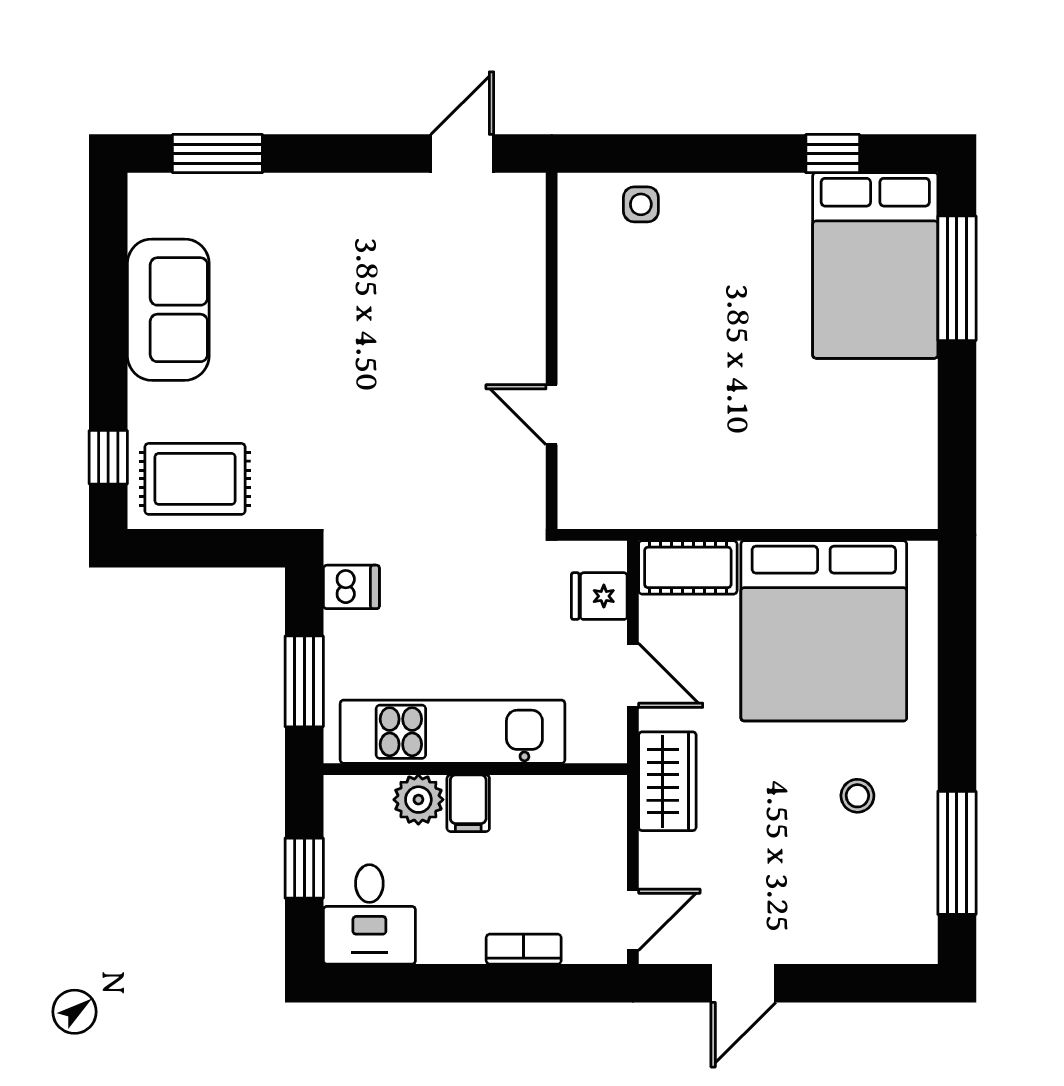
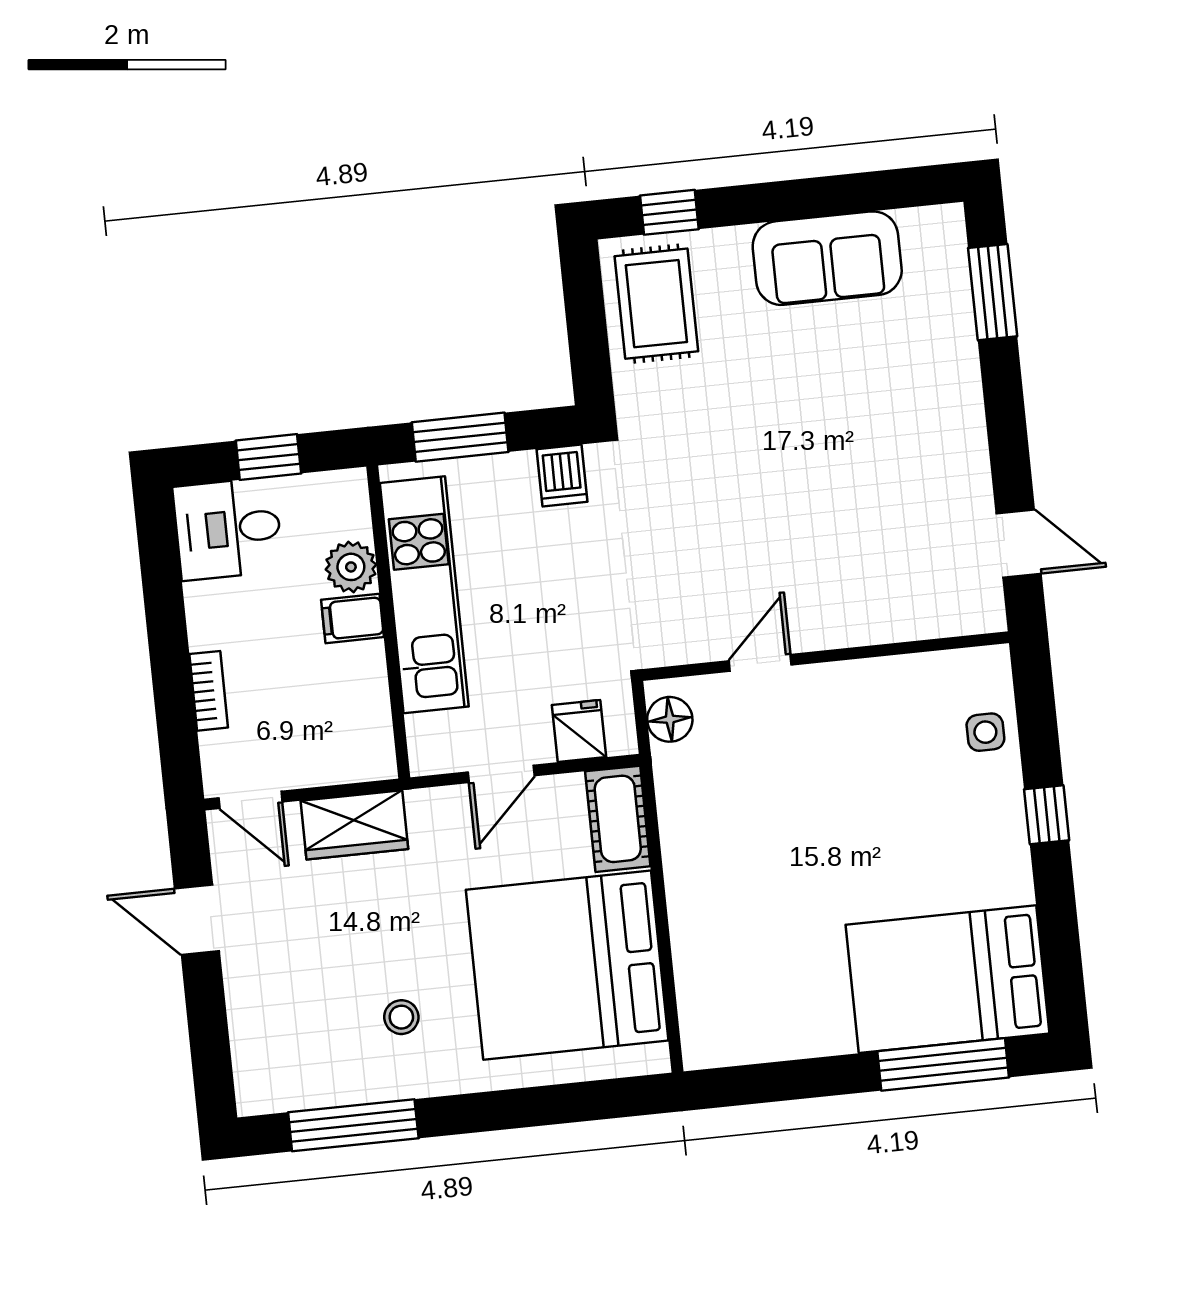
window: (833, 154) -> (1047, 815), moved
floor lamp: (597, 507) -> (670, 719), added
wardrobe: (667, 781) -> (354, 825), moved

